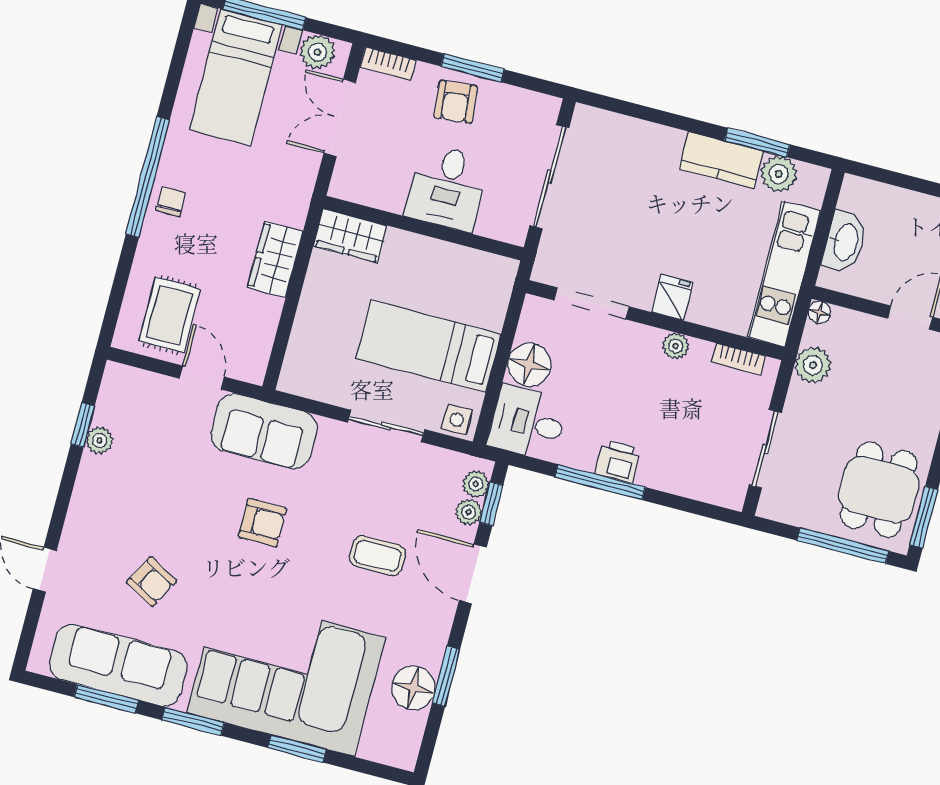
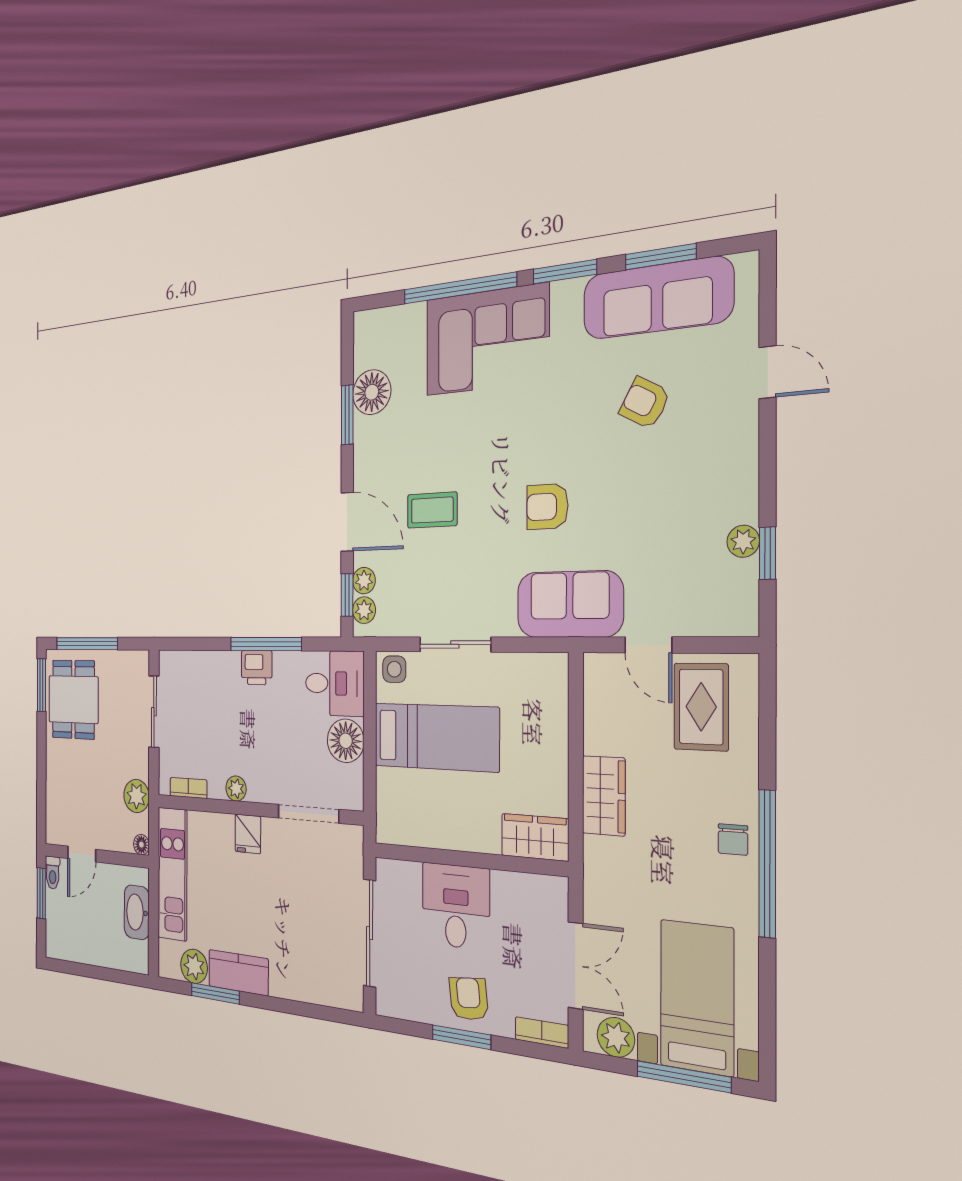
corner sofa: (286, 675) -> (487, 340), width x0.73, depth x0.74
window: (297, 749) -> (459, 288), width x2.11

